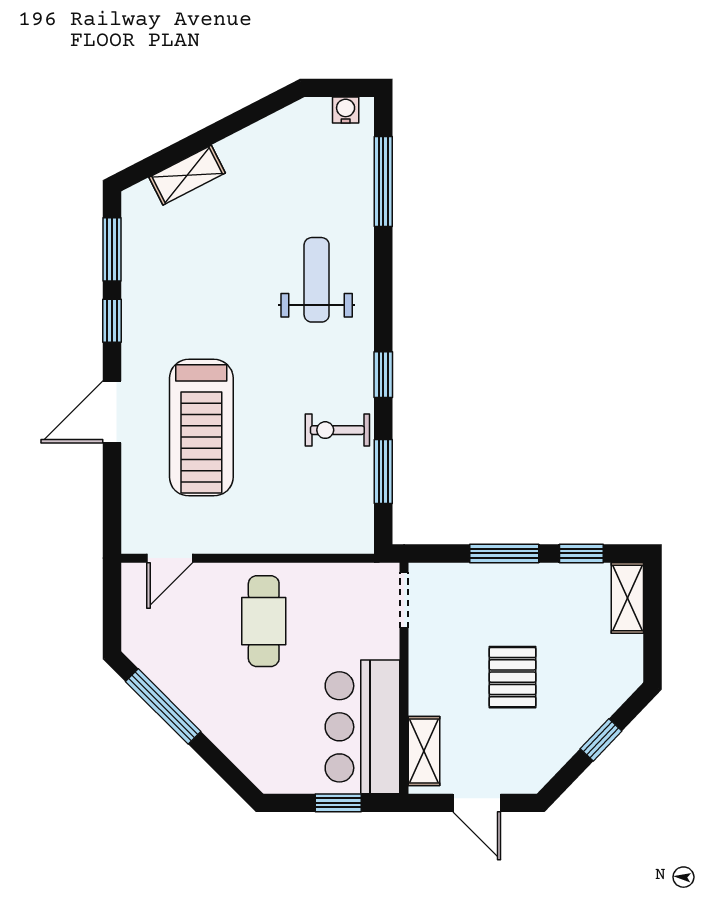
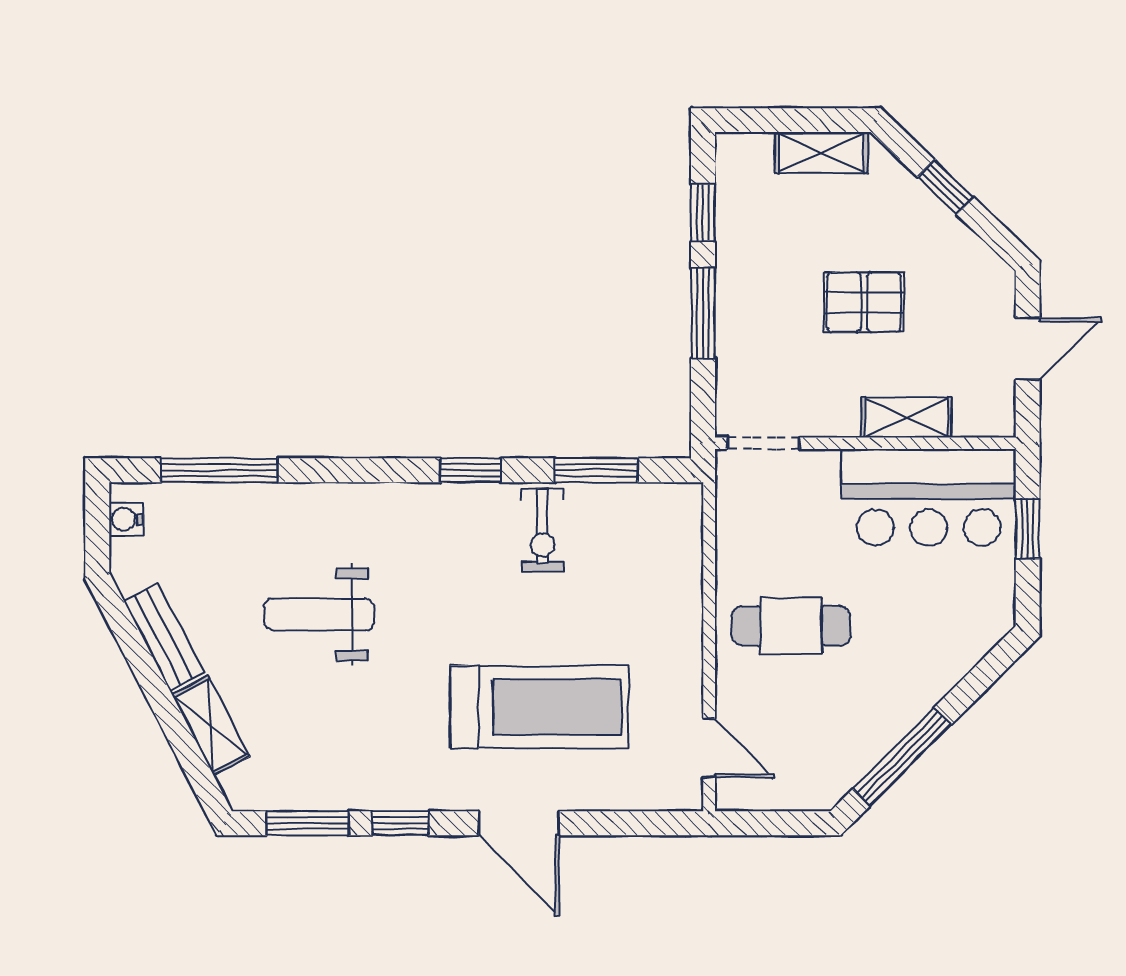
bench: (255, 139) -> (164, 637), added
weight bench: (317, 280) -> (319, 615), moved
shelving: (627, 598) -> (821, 153), moved
shelving: (424, 751) -> (907, 417), moved

